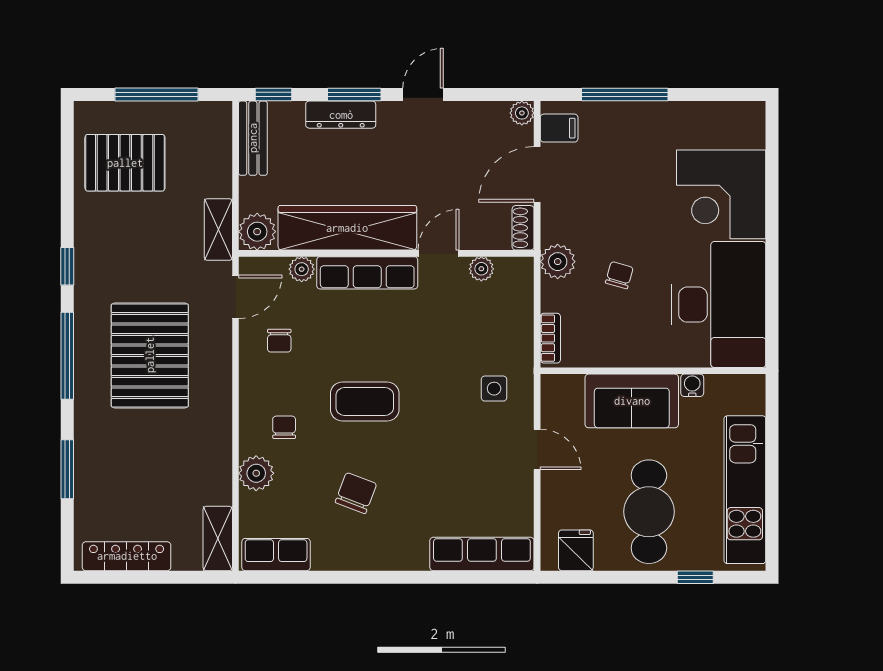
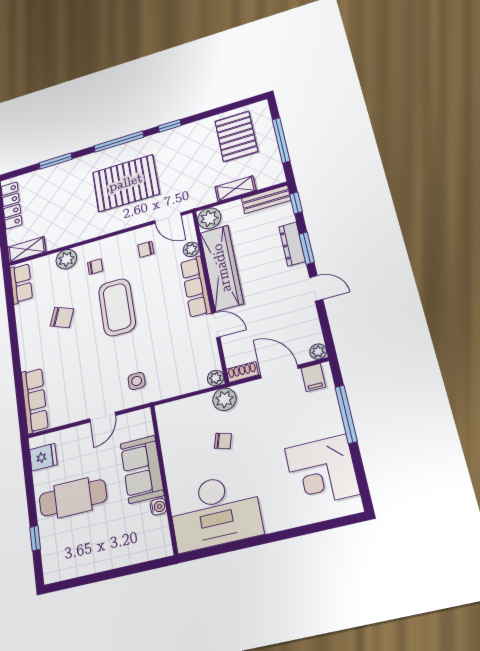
corner desk: (721, 194) -> (322, 471), moved, turned -90
shelving: (218, 230) -> (235, 189), moved
plant: (481, 269) -> (216, 378), moved
bookcase: (550, 338) -> (174, 407), removed
coffee table: (365, 402) -> (117, 307), width x1.36, depth x1.32
kitchen unit: (745, 490) -> (95, 558), removed

